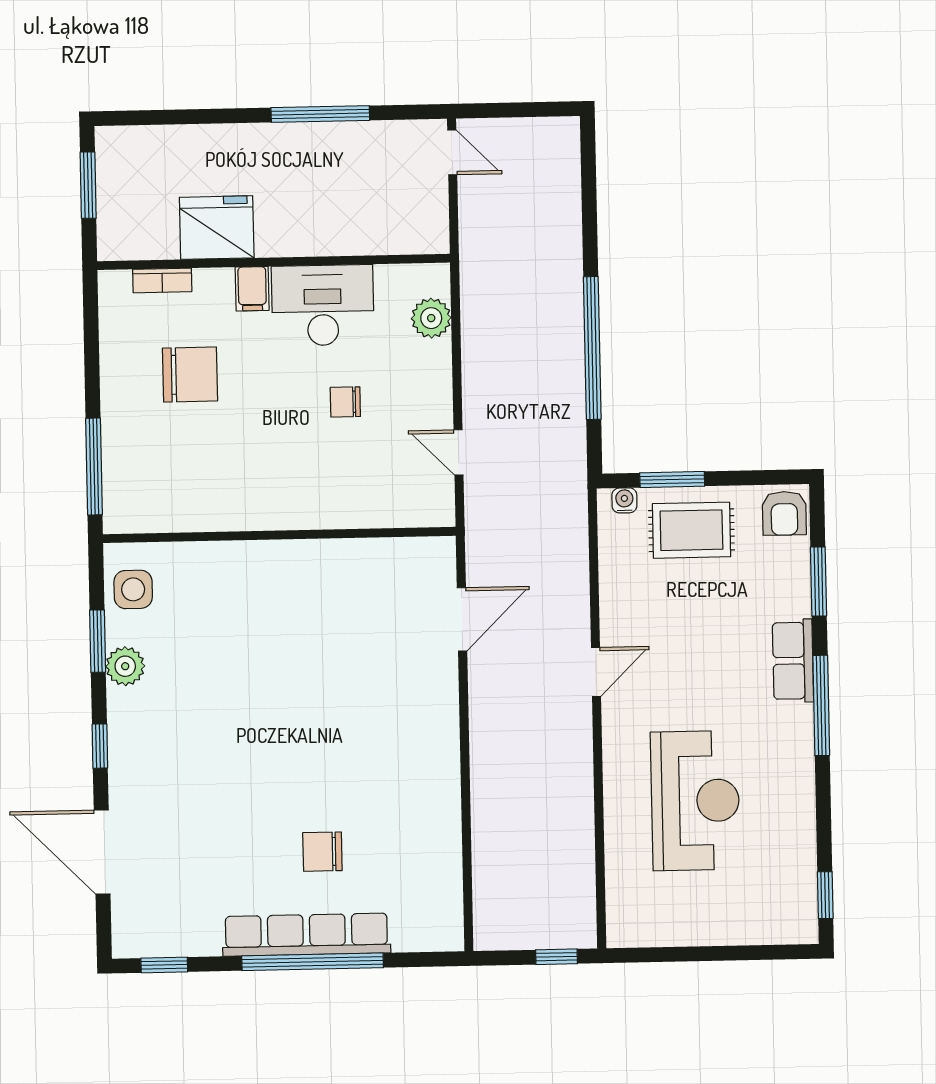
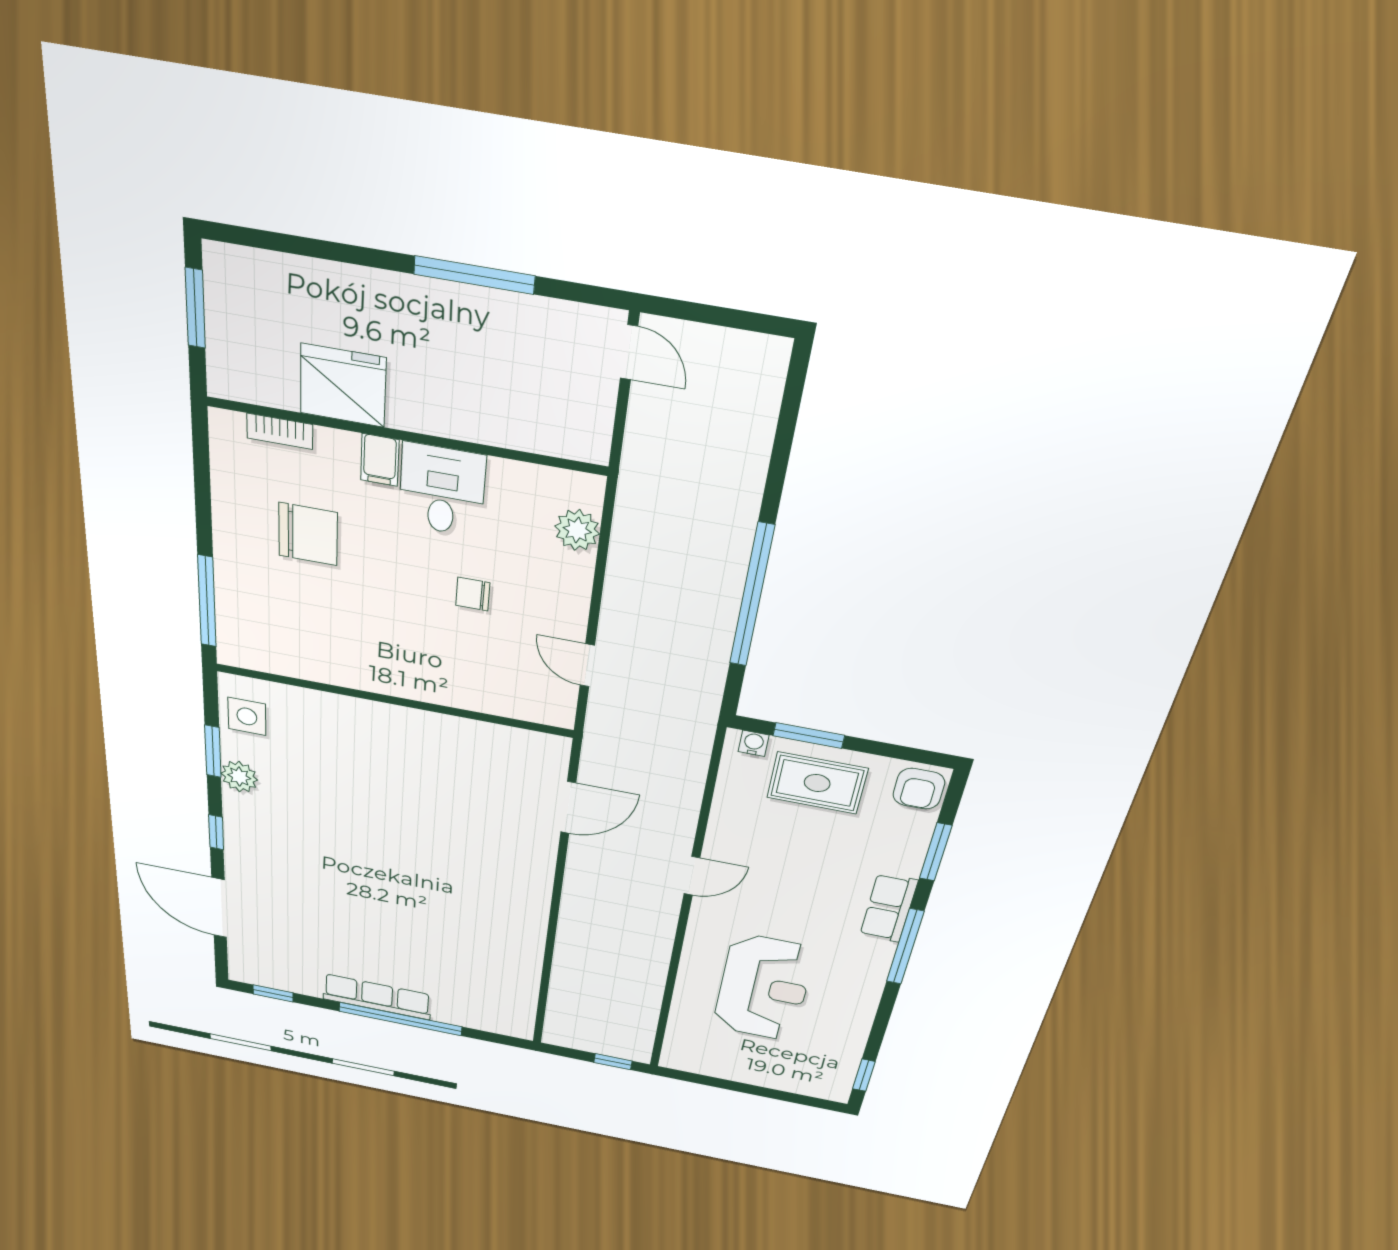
desk: (323, 305) -> (442, 490), width x0.73
chair: (322, 852) -> (415, 950), removed
row of seats: (306, 935) -> (377, 997), width x0.73

